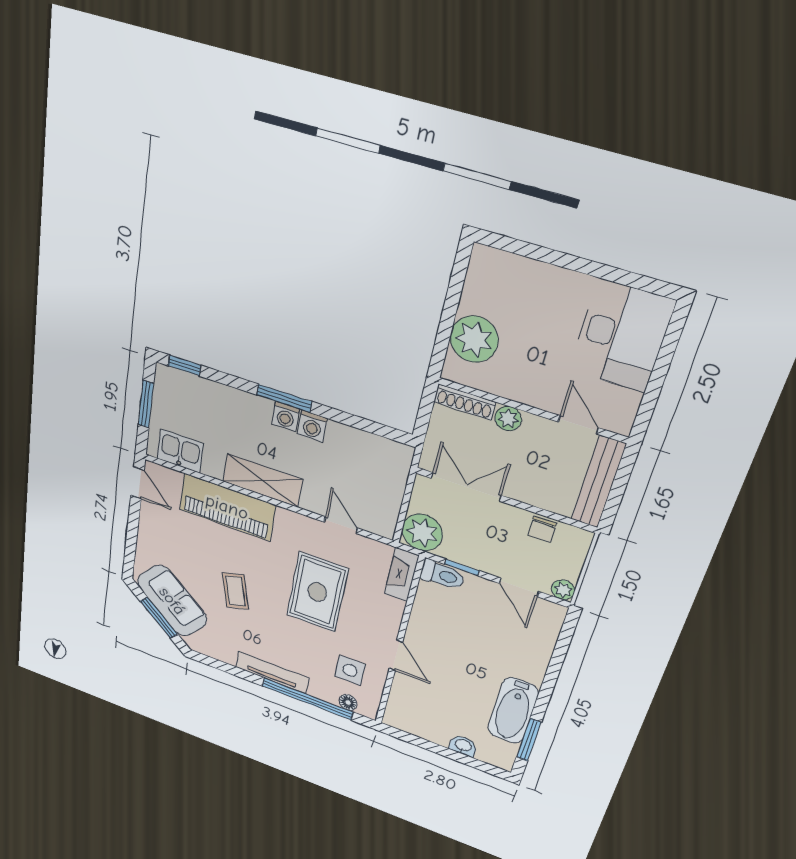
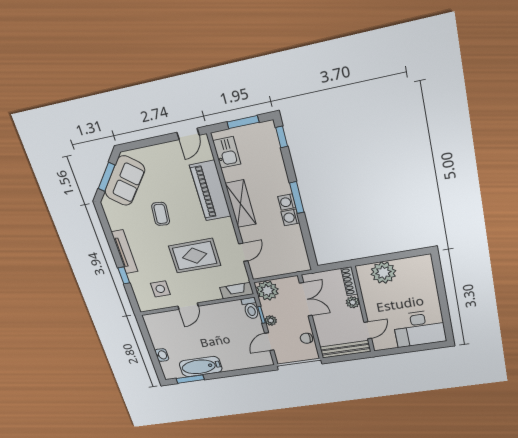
plant: (563, 590) -> (271, 321), moved
coffee table: (235, 591) -> (161, 214), turned -68
window: (307, 699) -> (124, 275), width x0.32
floor lamp: (348, 703) -> (140, 296), removed

